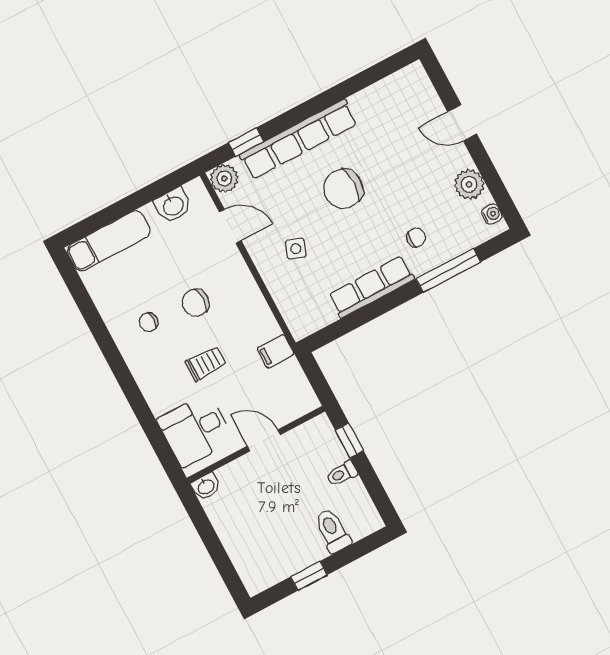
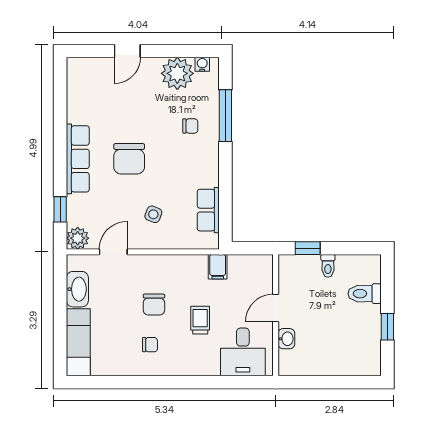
row of seats: (299, 139) -> (78, 159), width x0.73
plant: (469, 184) -> (177, 73), width x1.36, depth x1.36
washbasin: (173, 205) -> (77, 289), width x1.38
chair: (416, 237) -> (190, 126), turned 90
row of seats: (371, 287) -> (208, 210), moved, width x0.68
chair: (149, 322) -> (150, 345), turned -90
washbasin: (206, 486) -> (286, 339), moved

